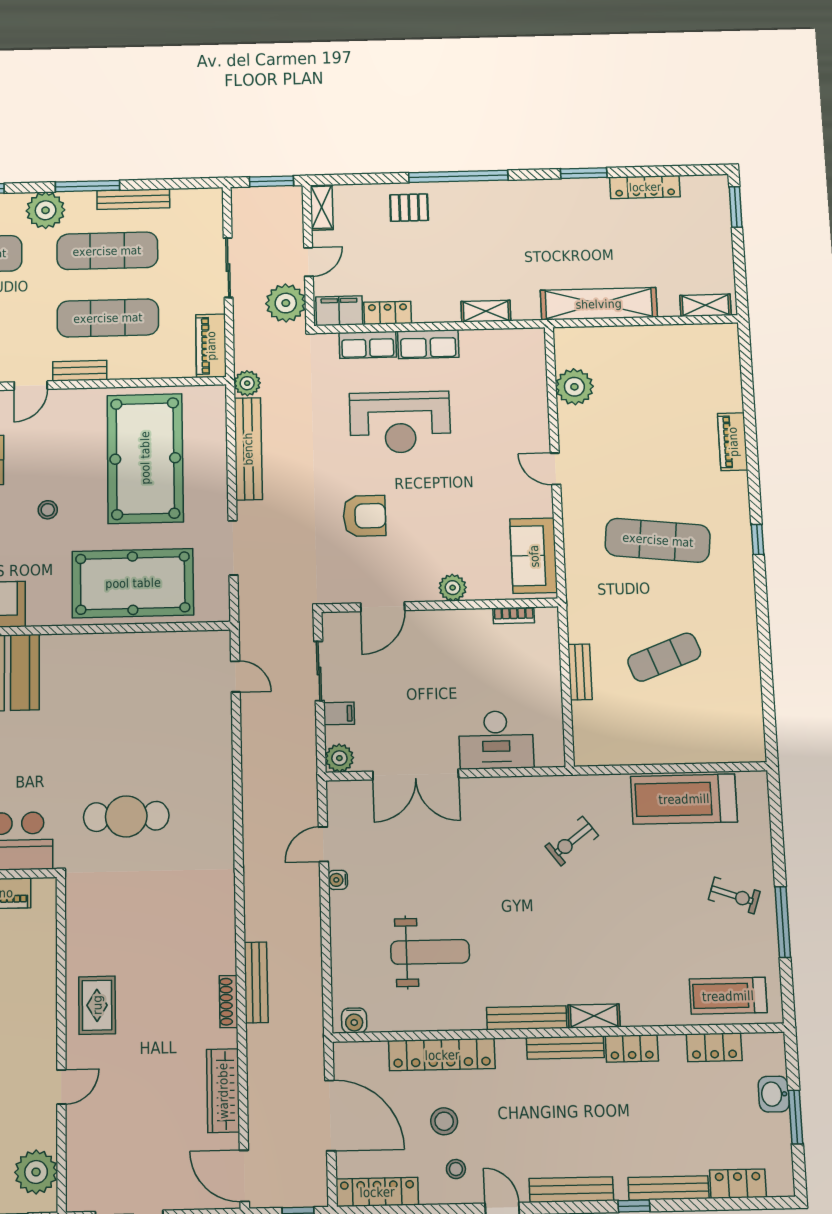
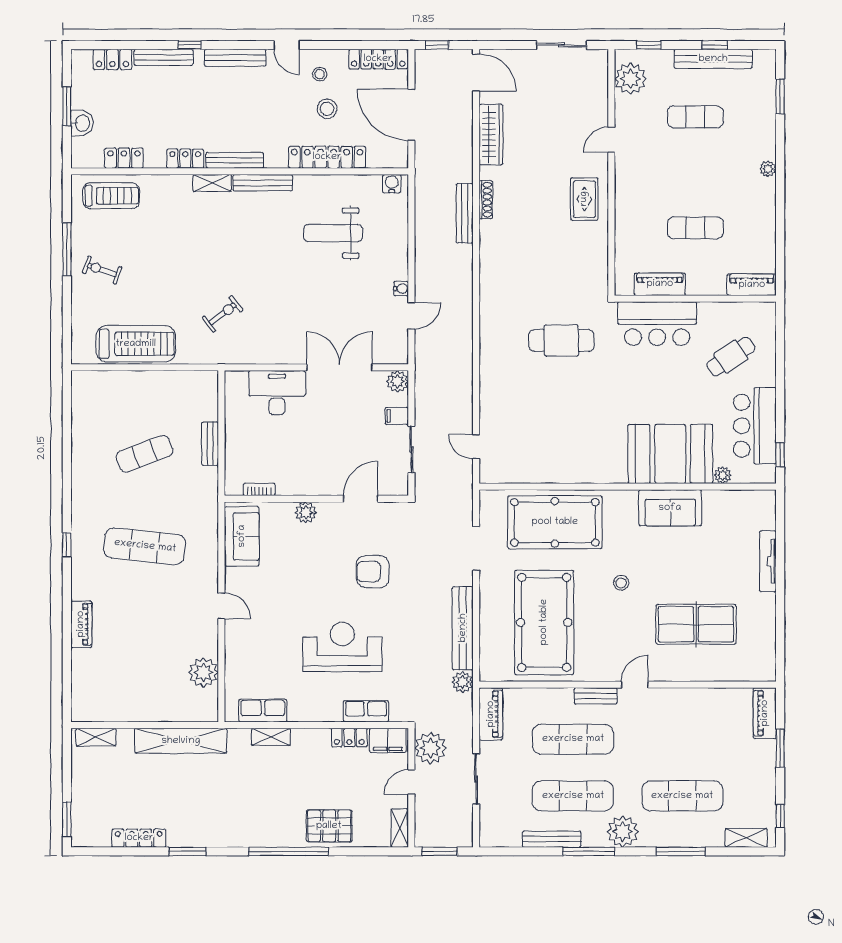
pallet: (409, 208) -> (329, 826), width x1.50, depth x1.42
row of seats: (428, 344) -> (263, 711), moved

